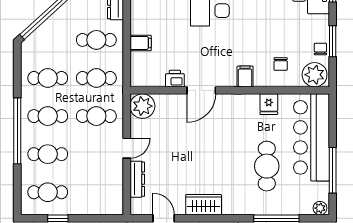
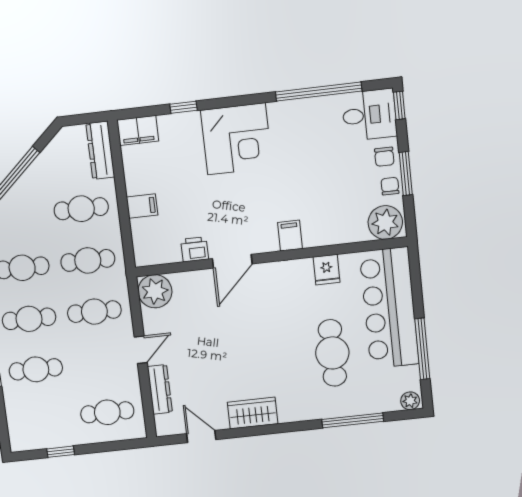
chair: (281, 64) -> (384, 157), moved
cafe table: (48, 192) -> (107, 412), moved

